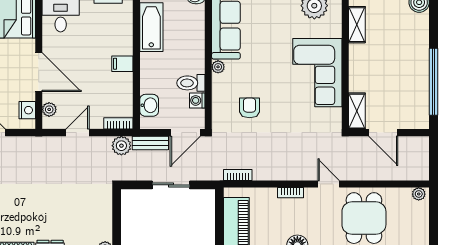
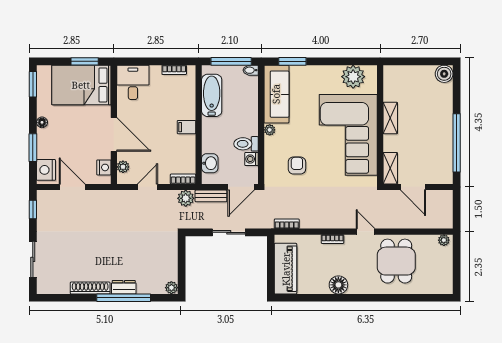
shelving: (357, 25) -> (390, 118), moved
corner sofa: (317, 73) -> (348, 135), width x1.36, depth x1.36

